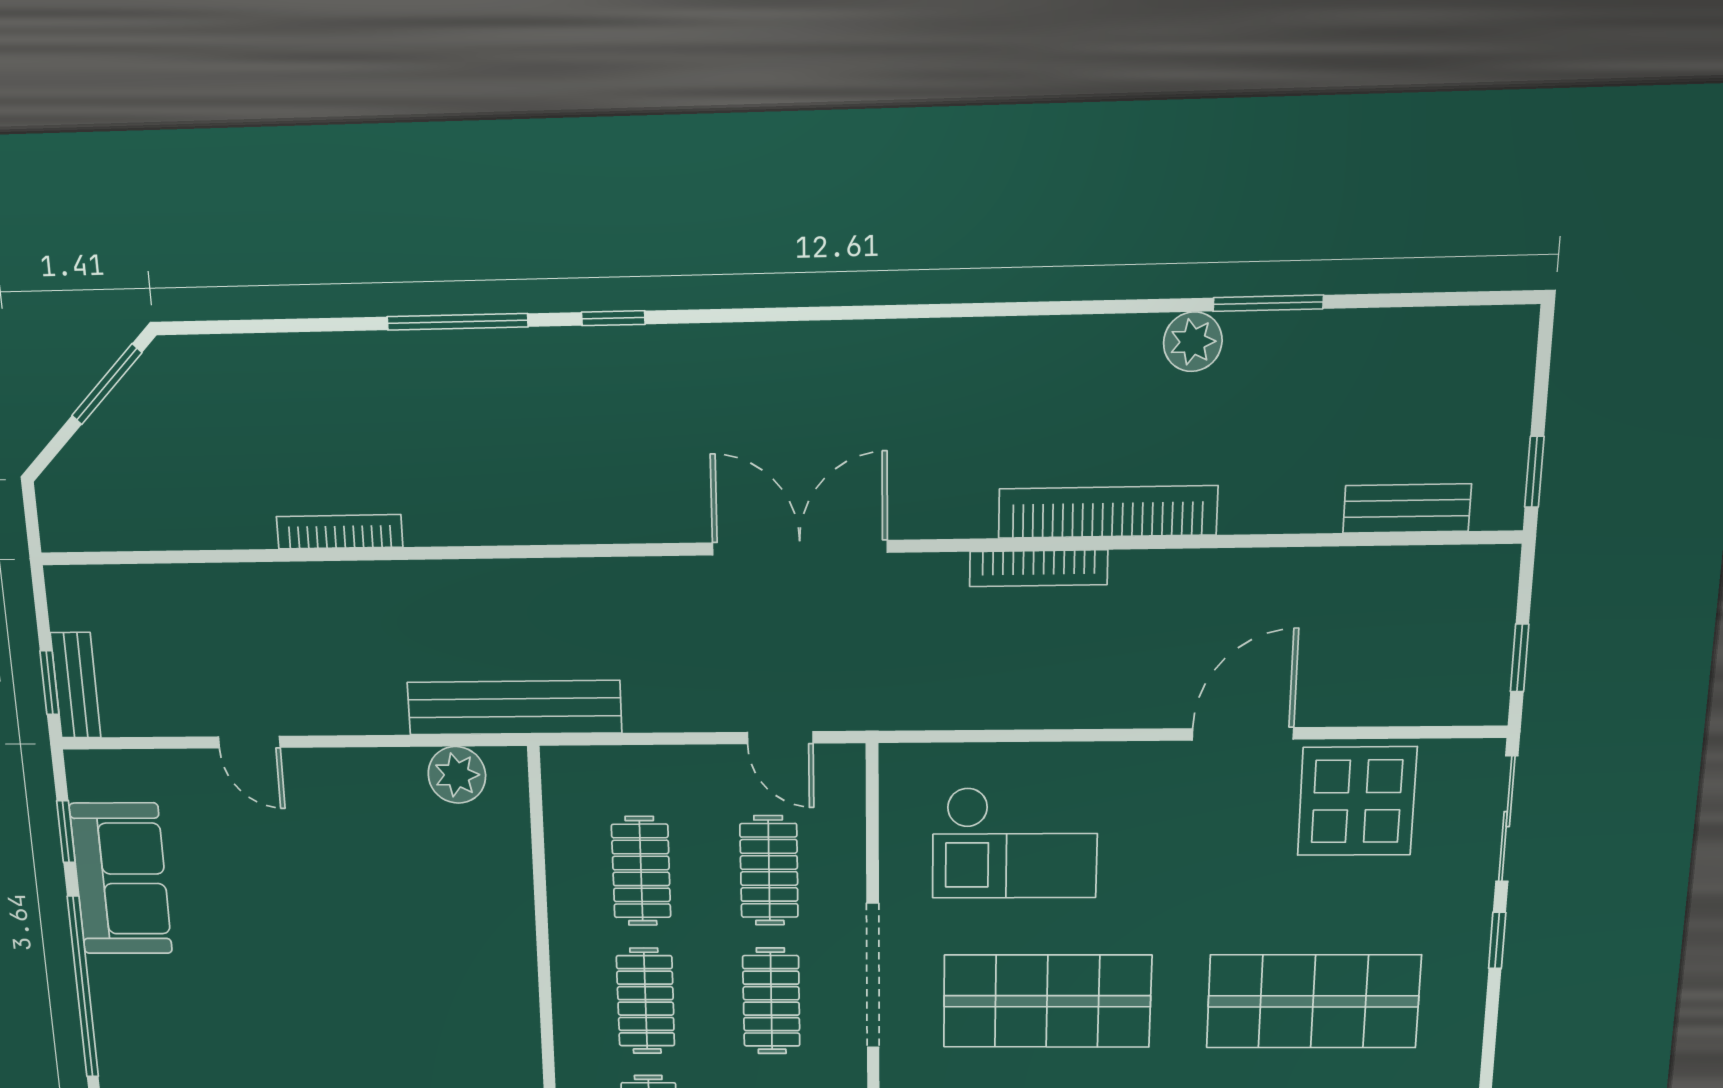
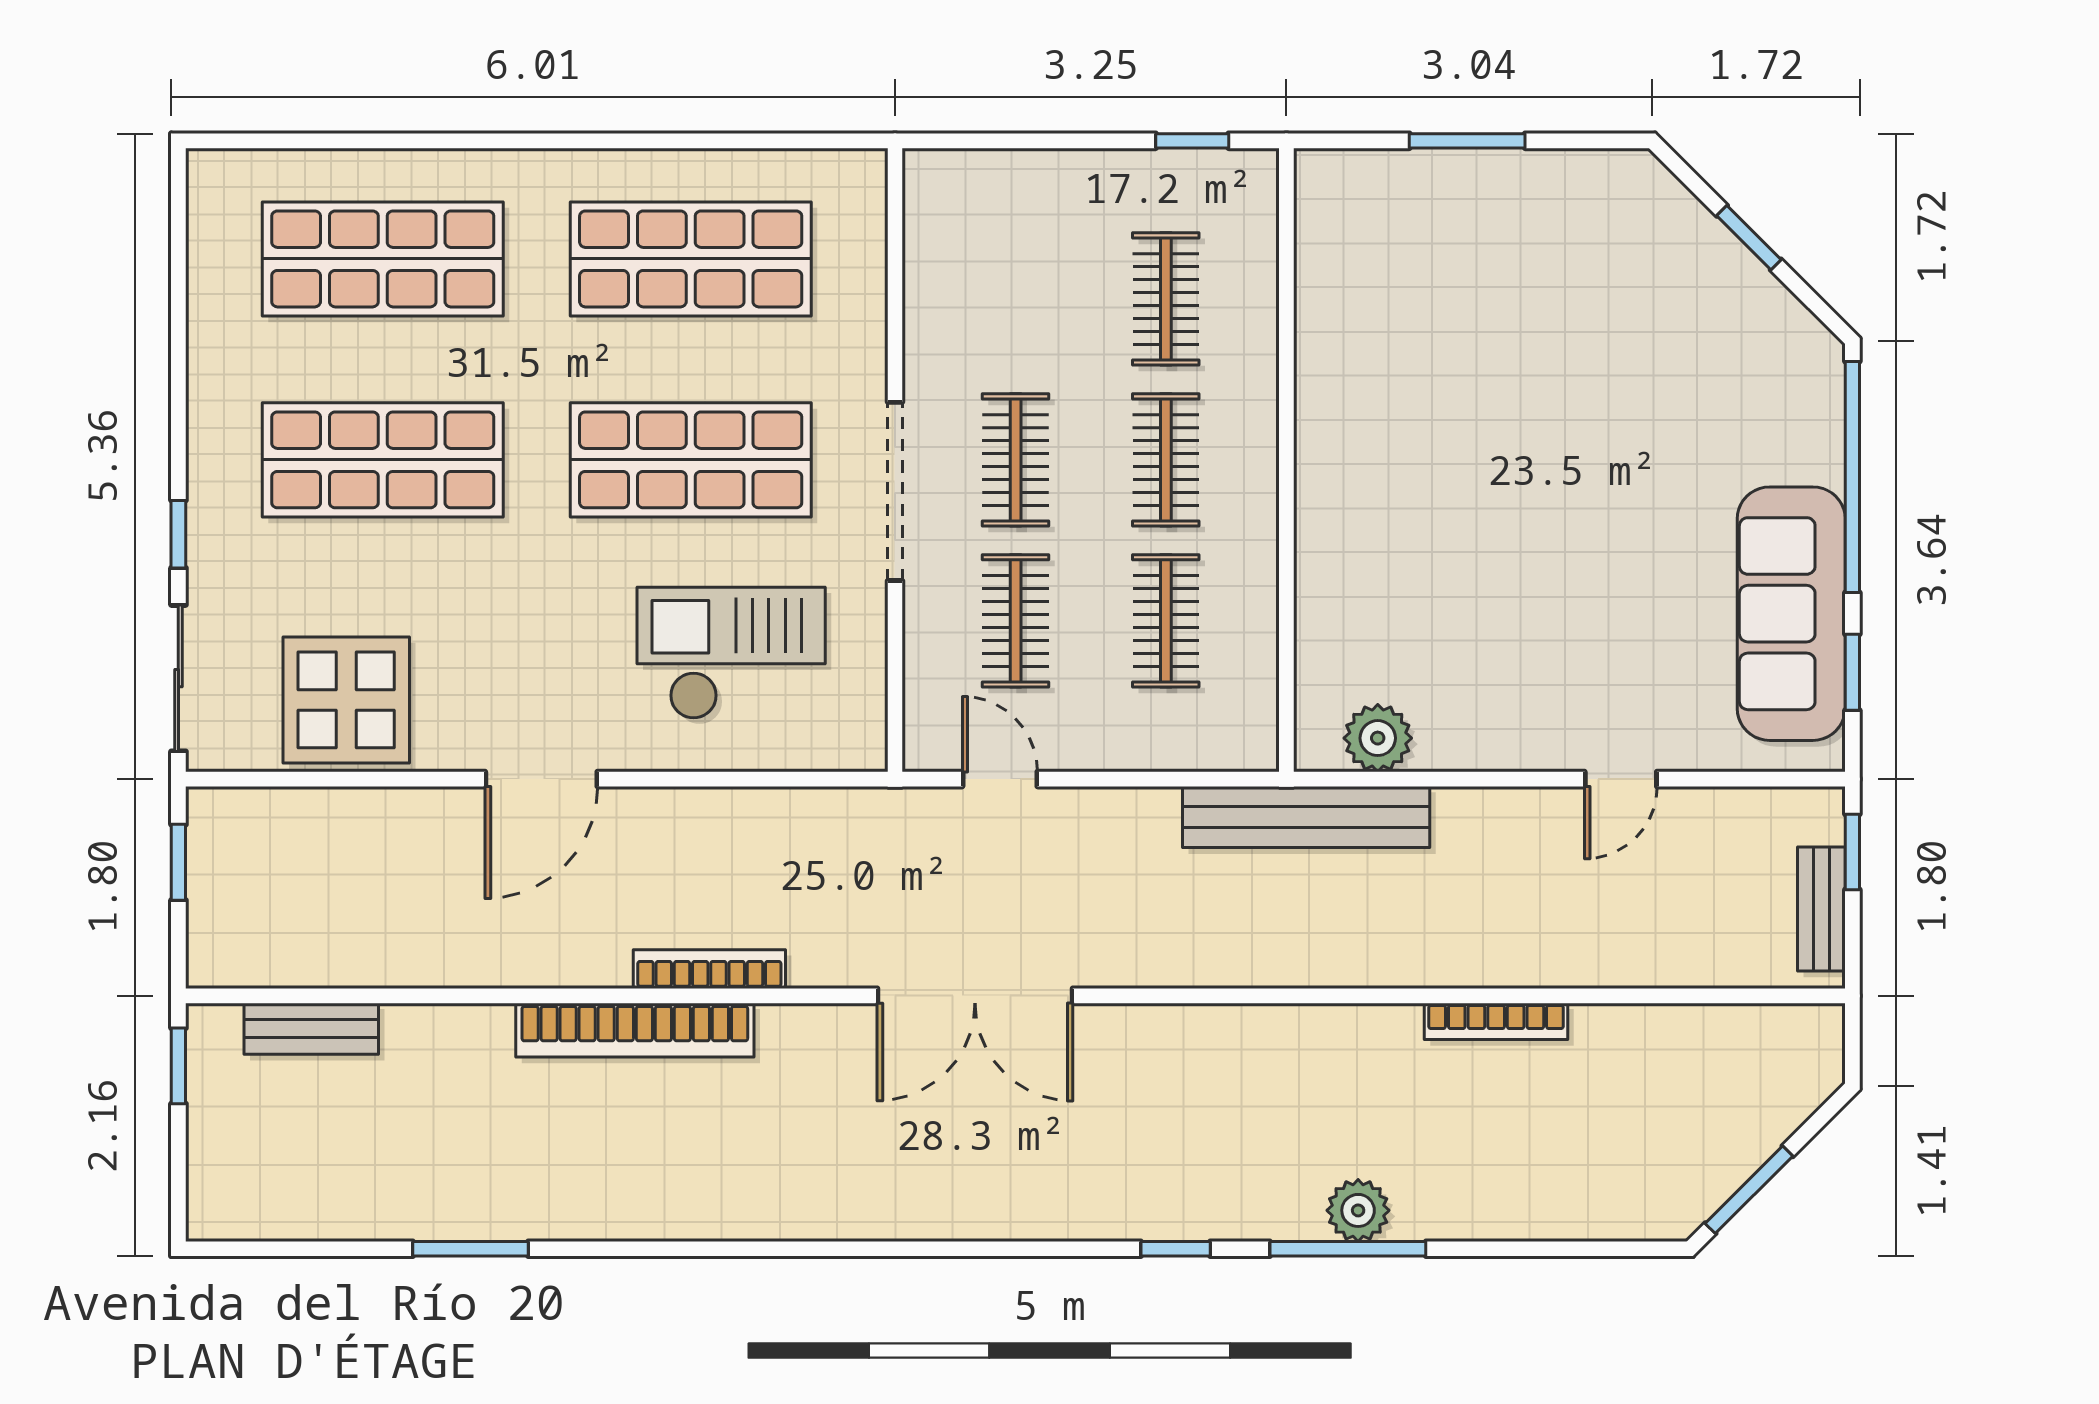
plant: (1193, 342) -> (1358, 1210), moved
bench: (76, 685) -> (1821, 909), moved
door: (1243, 734) -> (541, 779), moved
door: (249, 742) -> (1621, 779), swing flipped
sofa: (121, 879) -> (1791, 614), width x1.36

